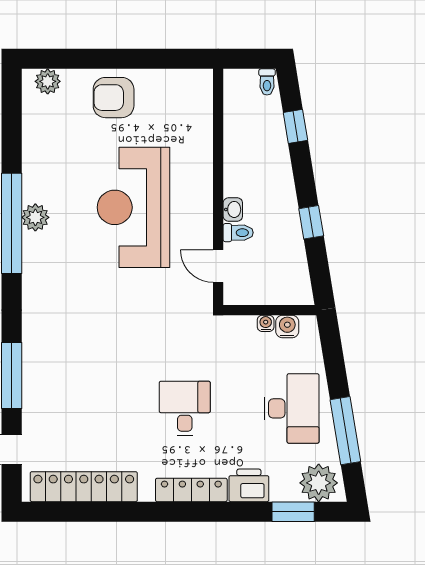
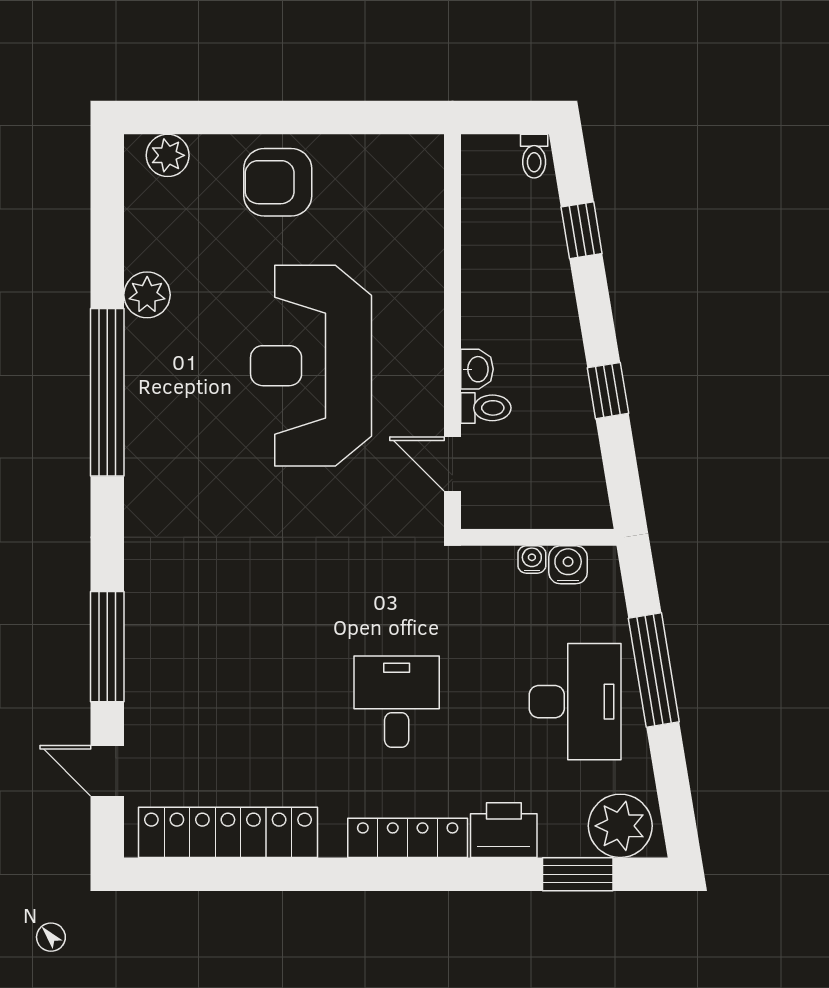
plant: (35, 217) -> (147, 295), moved
window: (345, 431) -> (654, 670), moved

